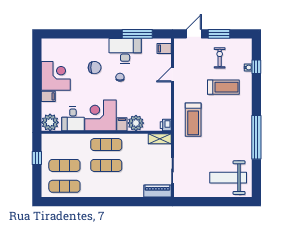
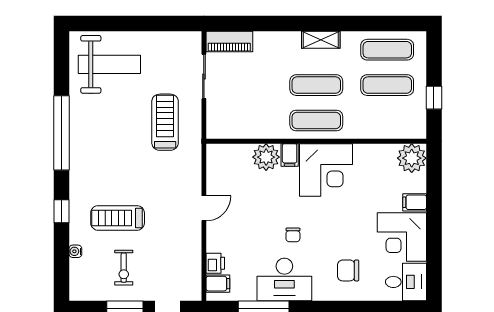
window: (256, 67) -> (61, 211), moved
chair: (95, 68) -> (348, 270), moved
door: (172, 75) -> (204, 208), moved
desk: (73, 119) -> (406, 282), moved, turned 90
treadmill: (193, 120) -> (165, 122), moved
printer: (166, 125) -> (215, 263), moved
shelving: (160, 139) -> (321, 40), moved

